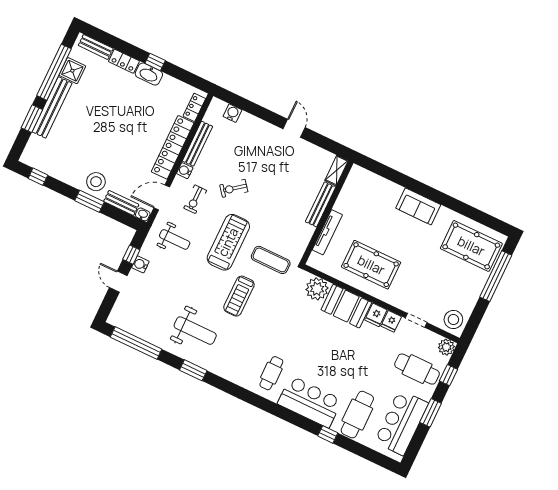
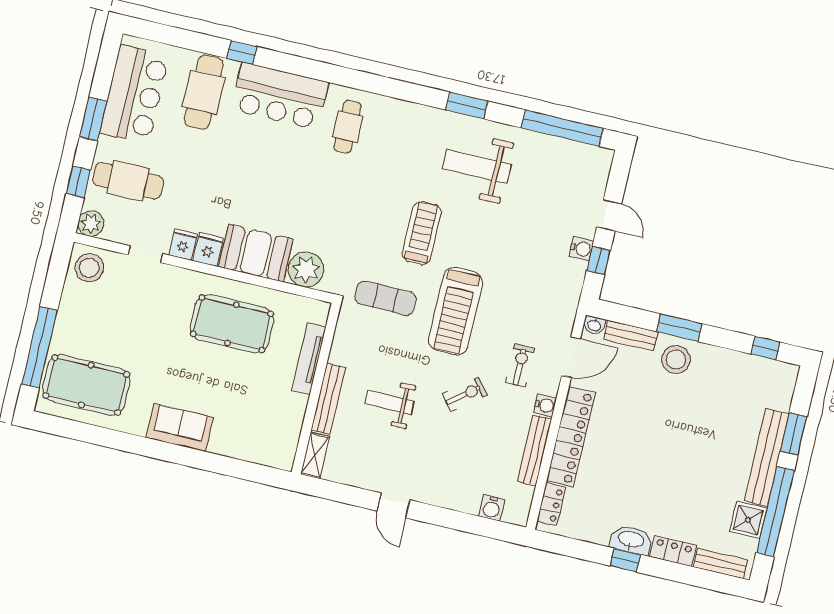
weight bench: (175, 239) -> (389, 402), moved

